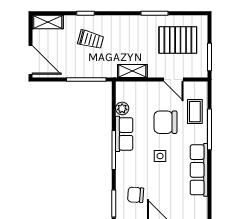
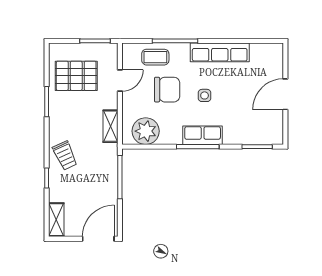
trolley: (91, 39) -> (65, 156), moved, turned 140
pallet: (178, 40) -> (76, 76), turned 90
plant: (122, 108) -> (146, 131), width x1.88, depth x1.88
chair: (165, 122) -> (167, 90), turned -90
row of seats: (124, 134) -> (203, 135), moved
chair: (136, 195) -> (247, 123), removed

